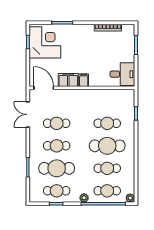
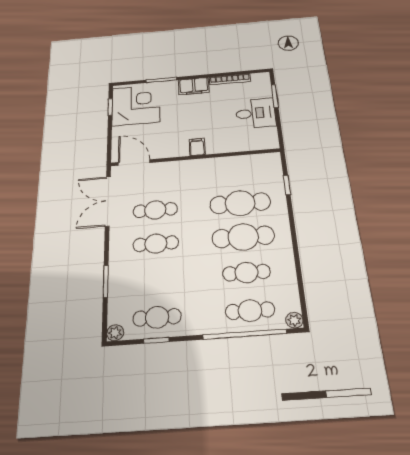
desk: (122, 74) -> (256, 113), moved
filing cabinet: (68, 80) -> (194, 86), moved, turned 180
double door: (28, 114) -> (108, 201), width x1.37
cafe table: (107, 123) -> (240, 203), width x1.37, depth x1.35
cafe table: (57, 168) -> (156, 279), removed
plant: (84, 198) -> (115, 333), moved

